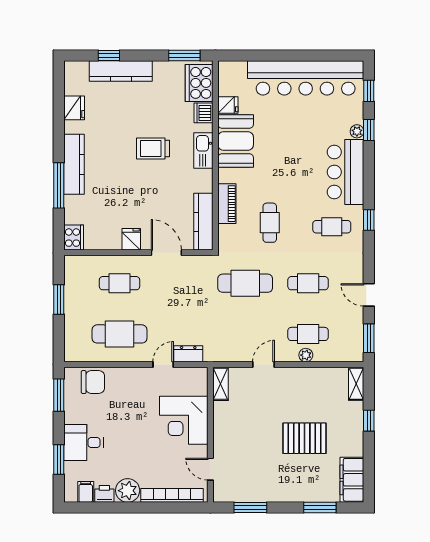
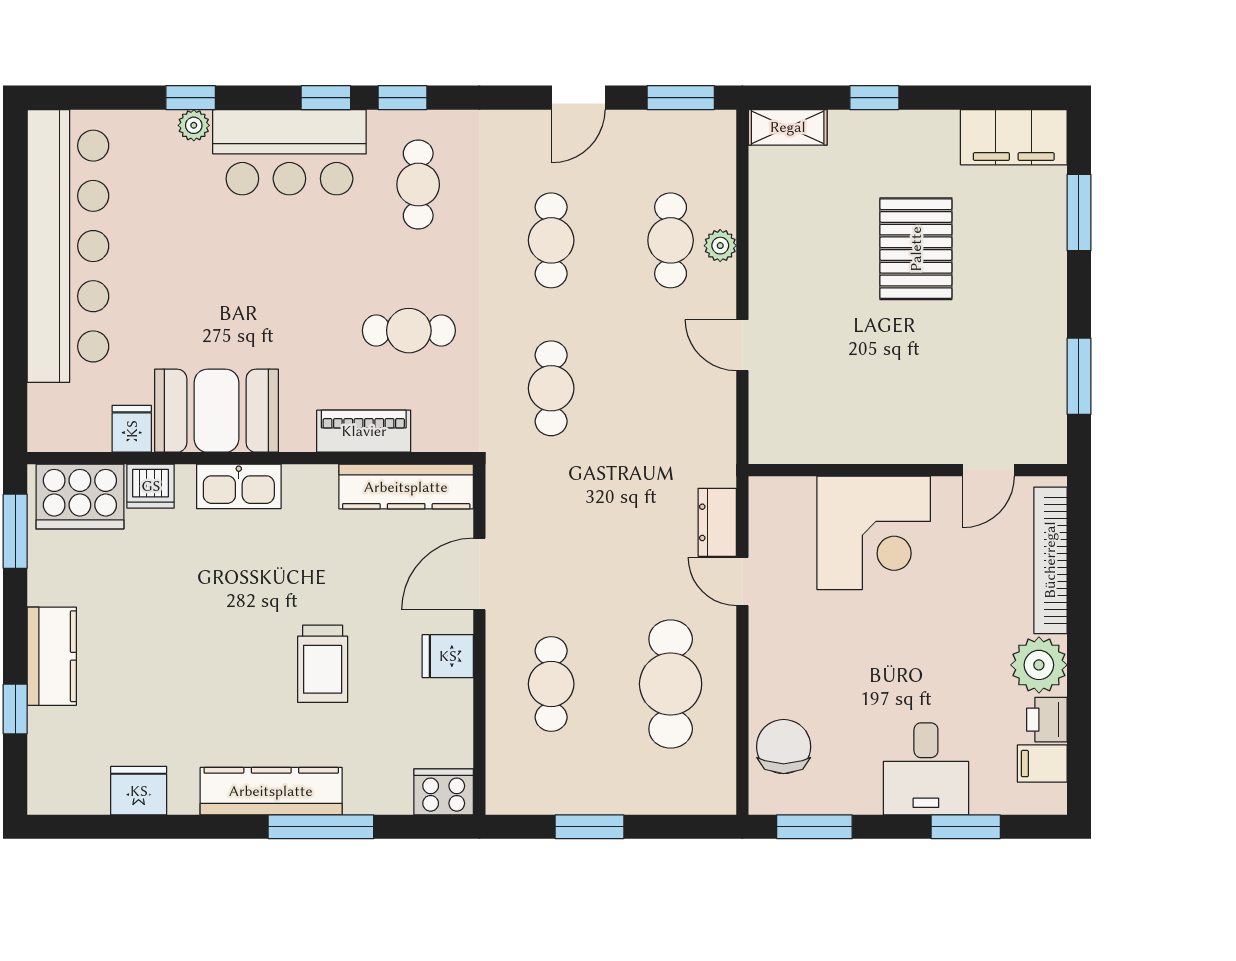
kitchen counter: (121, 71) -> (52, 656), width x0.67
window: (369, 91) -> (326, 98), moved
trolley: (153, 148) -> (323, 664), moved
cafe table: (245, 283) -> (551, 388), width x0.73, depth x0.74
shelving: (220, 384) -> (788, 446), removed

